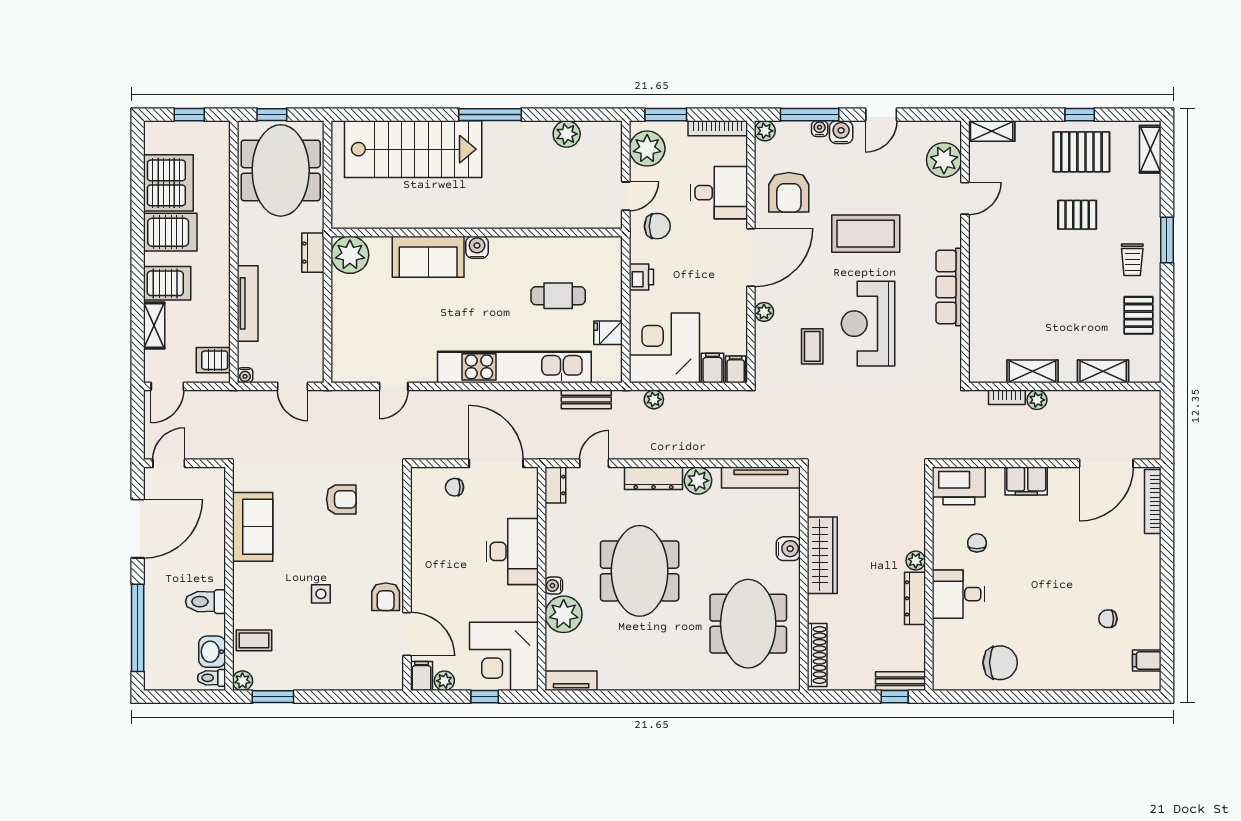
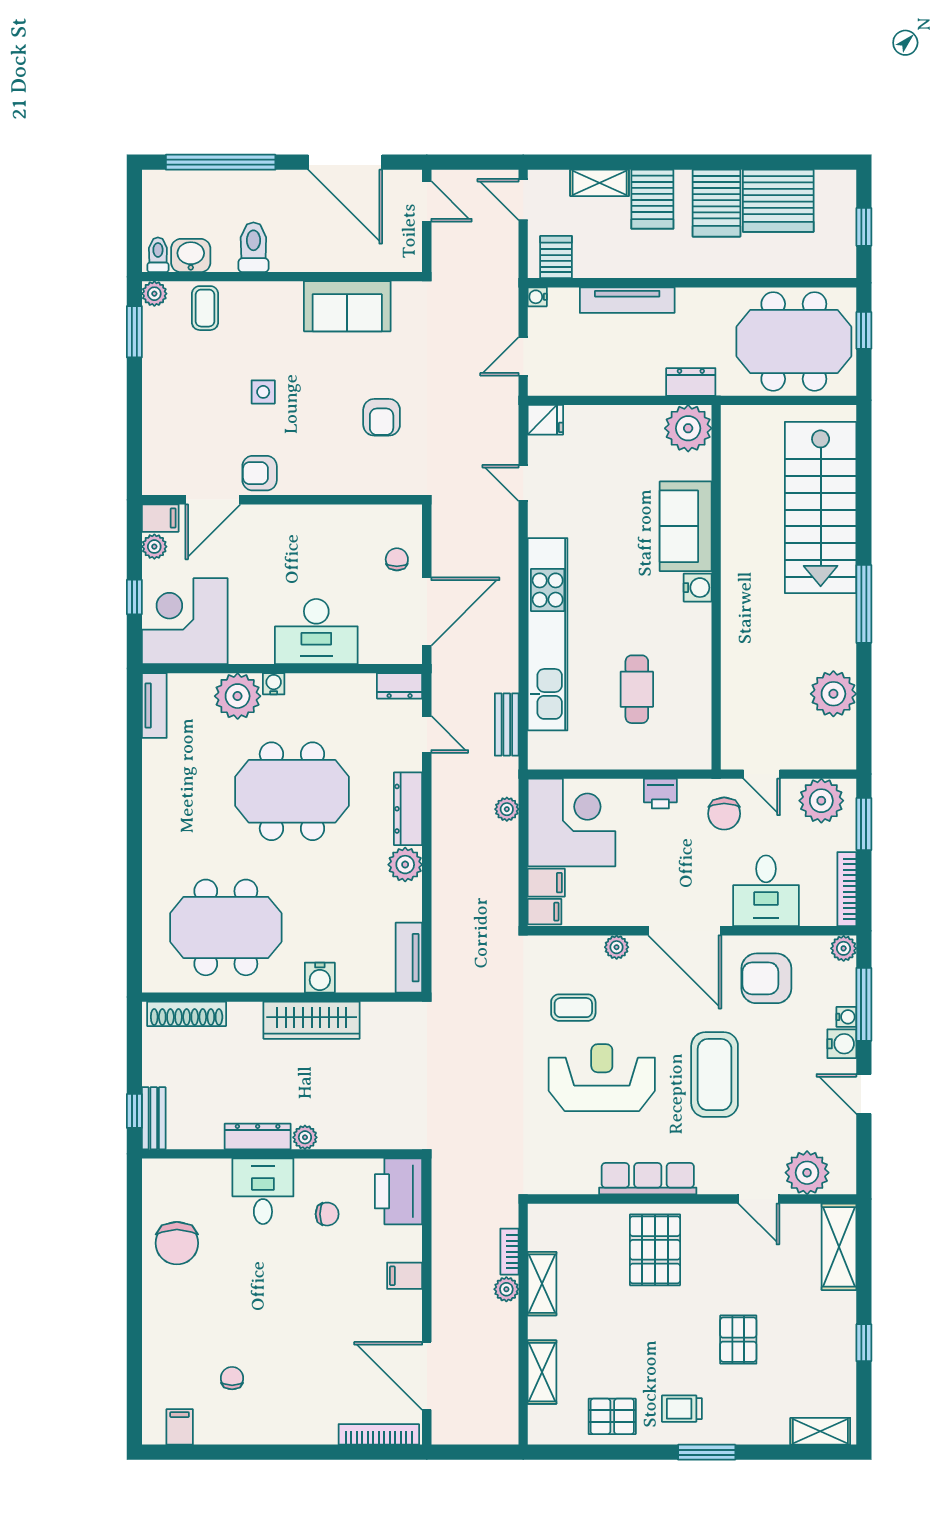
shelving: (992, 131) -> (839, 1247), width x1.50, depth x1.33
plant: (567, 134) -> (833, 694), width x1.36, depth x1.36
pallet: (1081, 152) -> (655, 1250), moved
fridge: (608, 333) -> (545, 420), moved, turned 90
tv unit: (761, 478) -> (409, 958), width x0.71
filing cabinet: (1026, 481) -> (405, 1276), width x0.50

